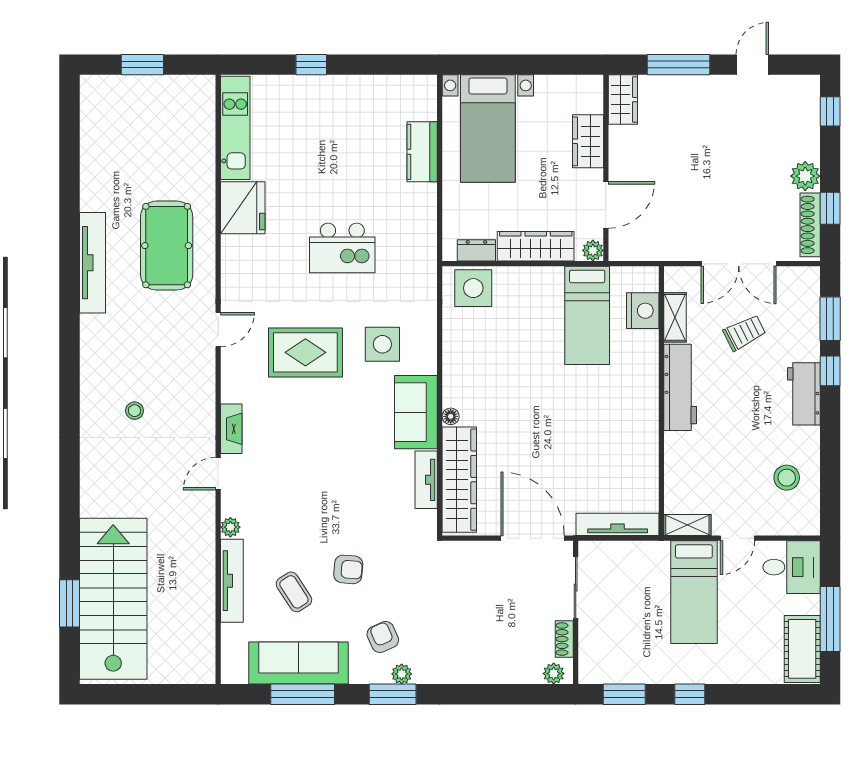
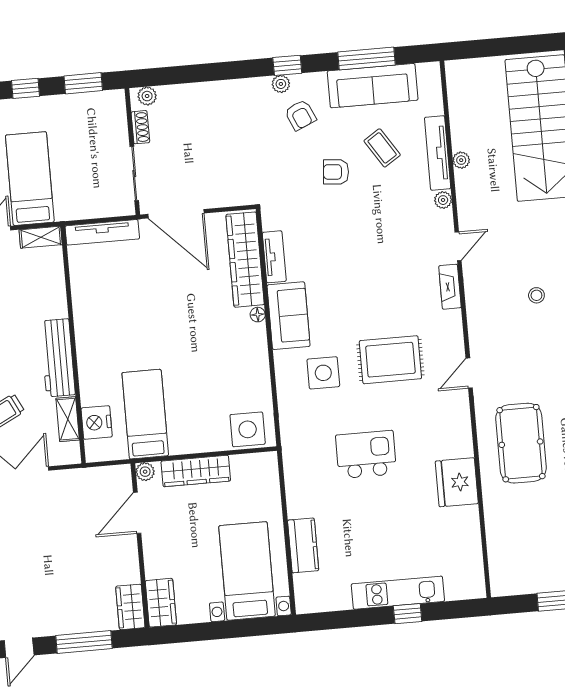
kitchen unit: (235, 128) -> (398, 593), moved, turned 90
wardrobe: (588, 141) -> (161, 603), moved
dresser: (476, 250) -> (248, 463), removed
plant: (206, 570) -> (461, 160), added
window: (393, 694) -> (287, 65), width x0.67

